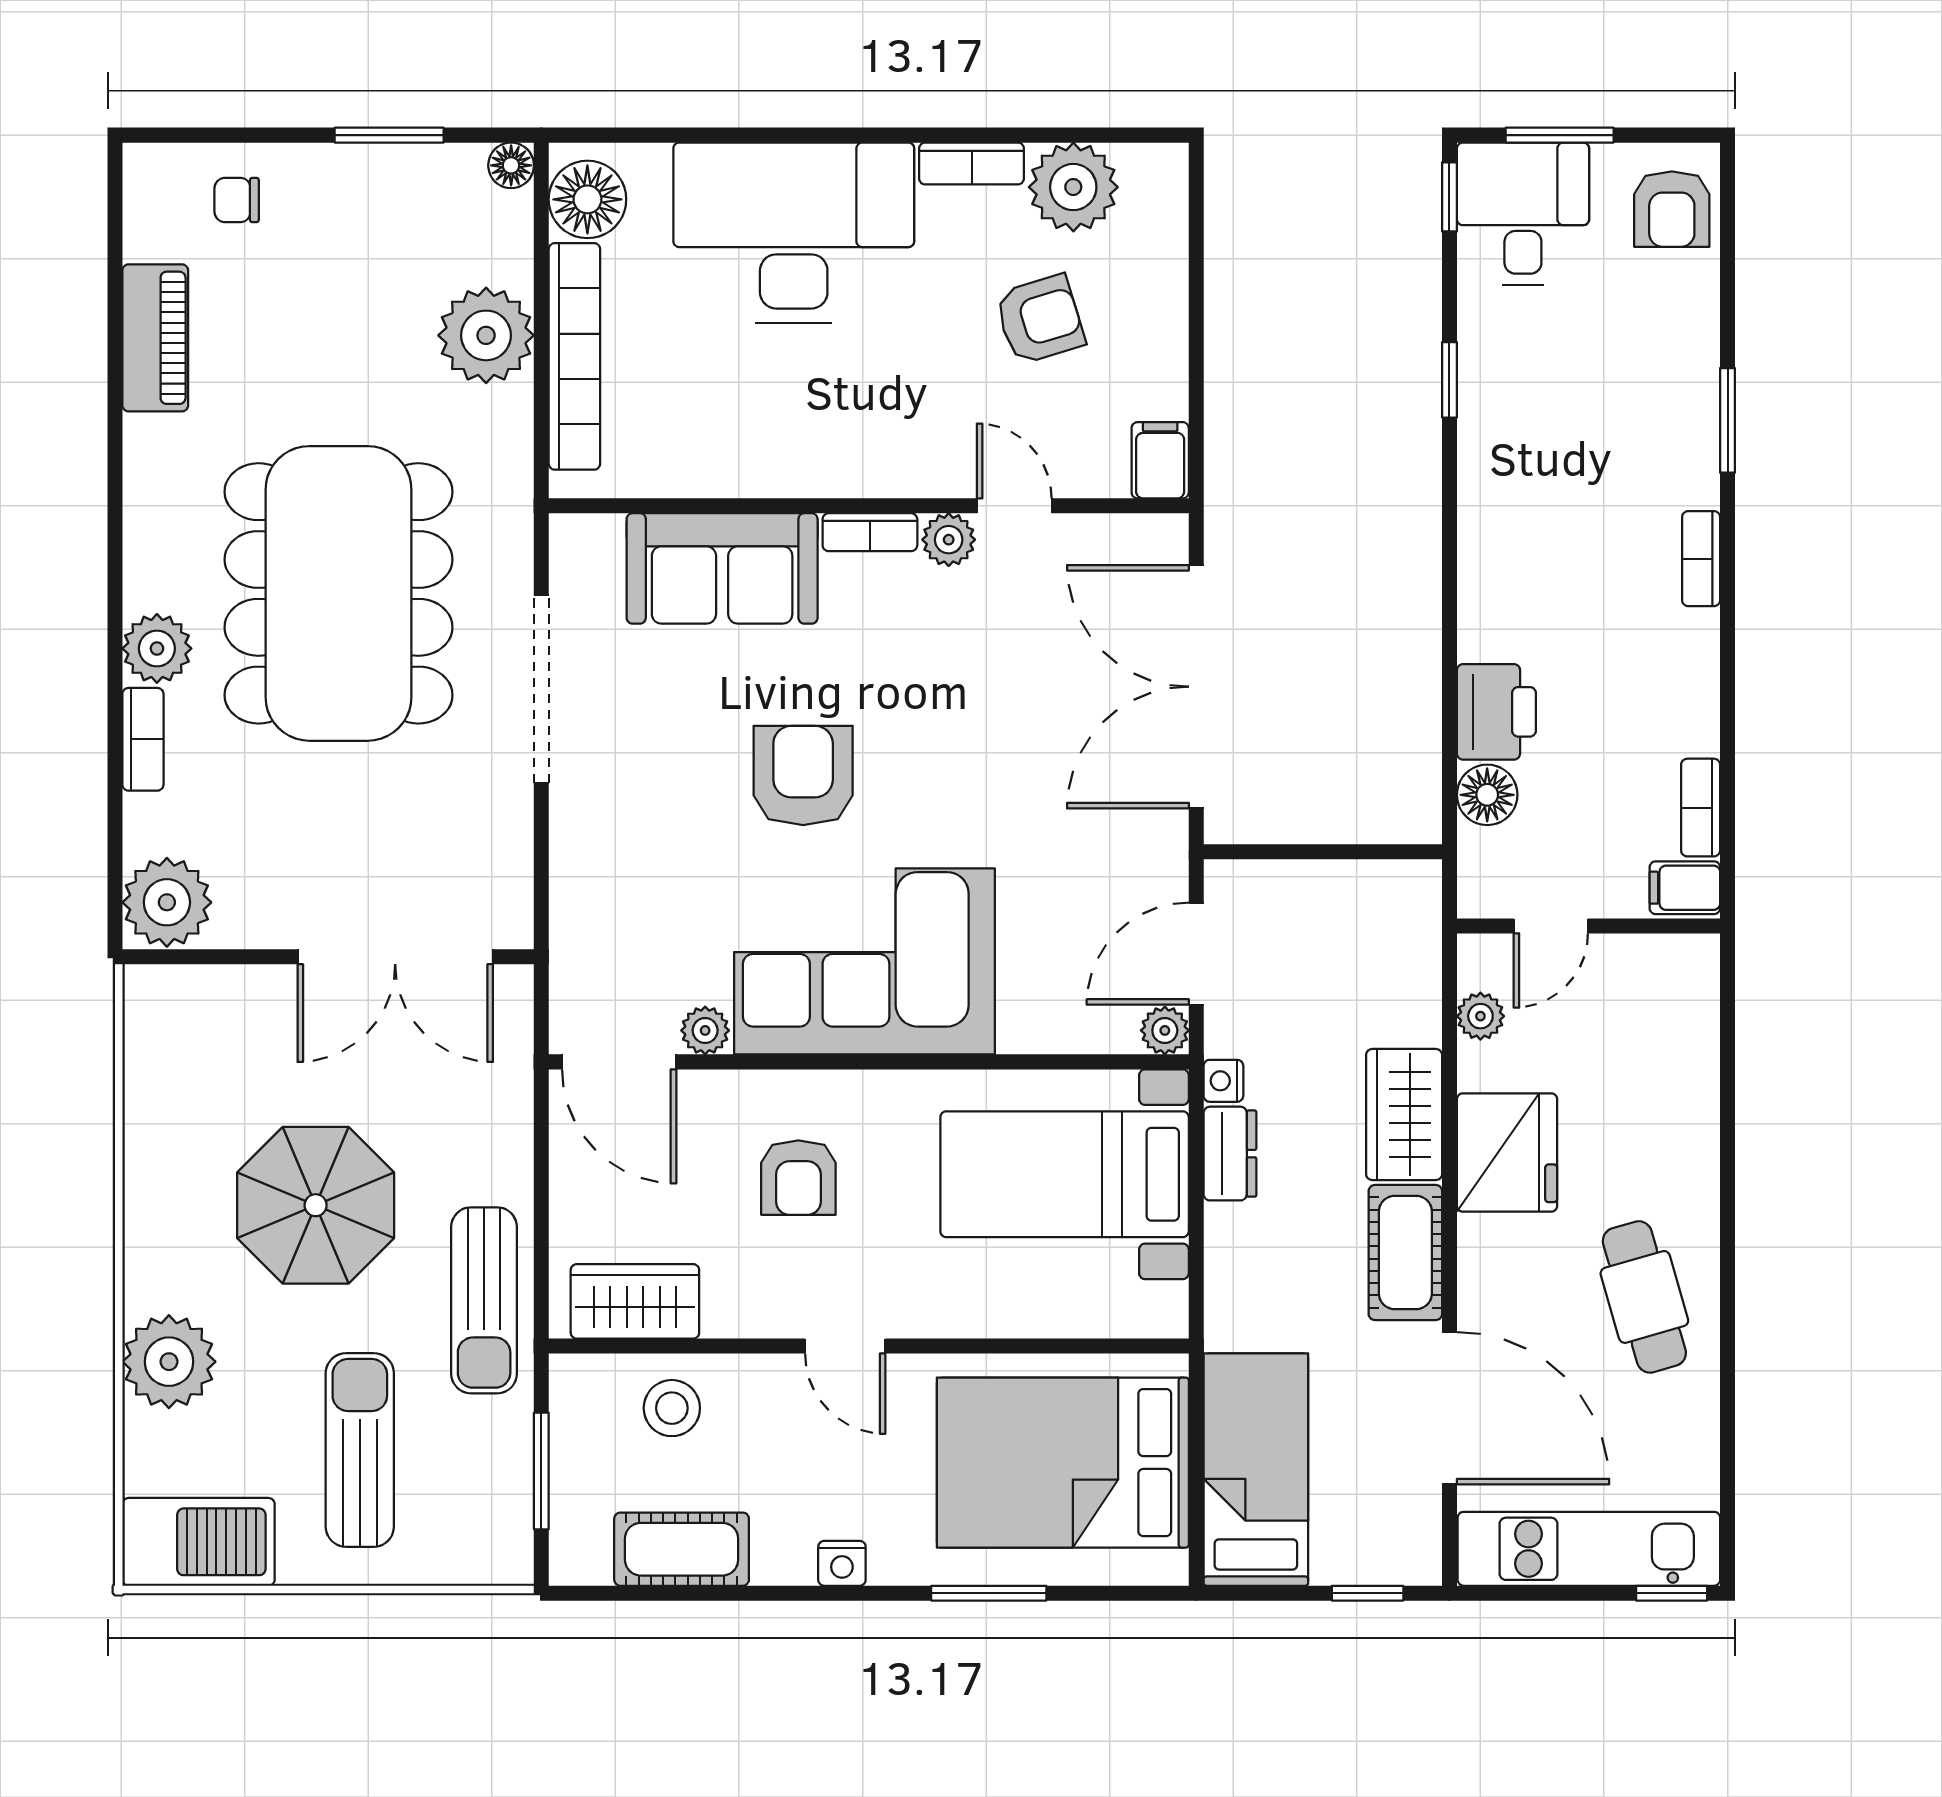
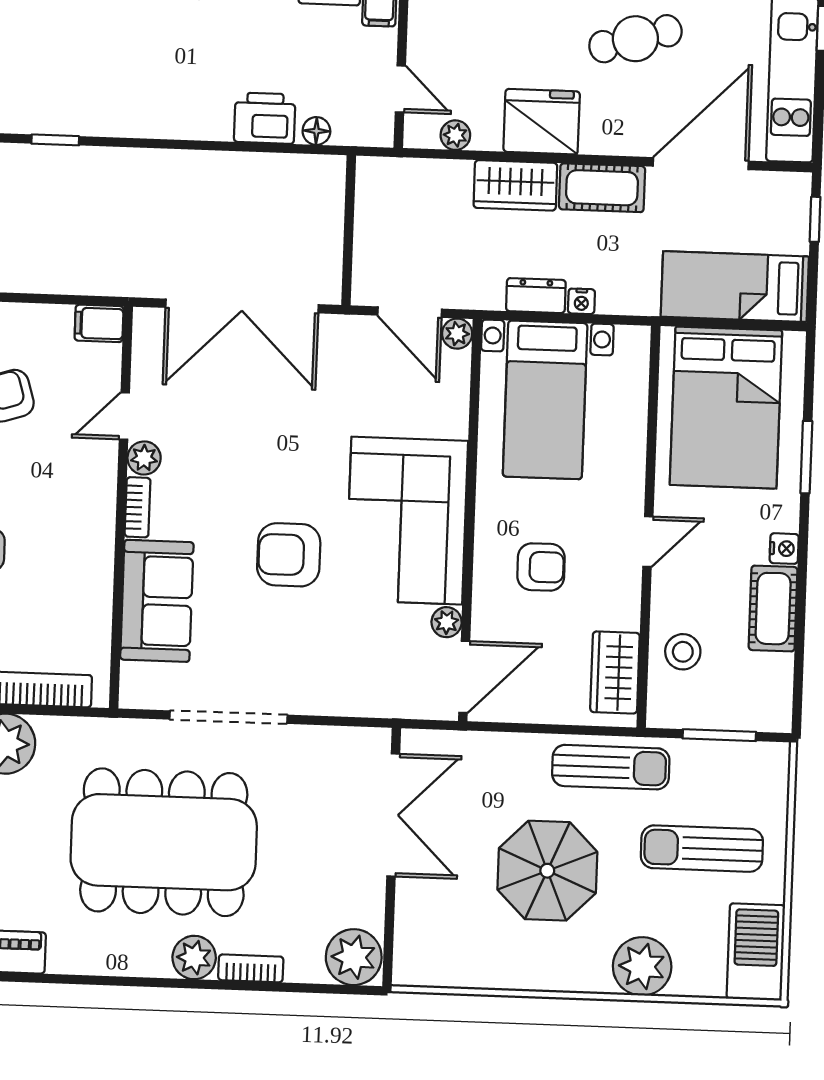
floor lamp: (1487, 795) -> (316, 131), width x0.73, depth x0.73
nightstand: (1223, 1081) -> (581, 301), moved
cot: (682, 1549) -> (773, 609), moved

